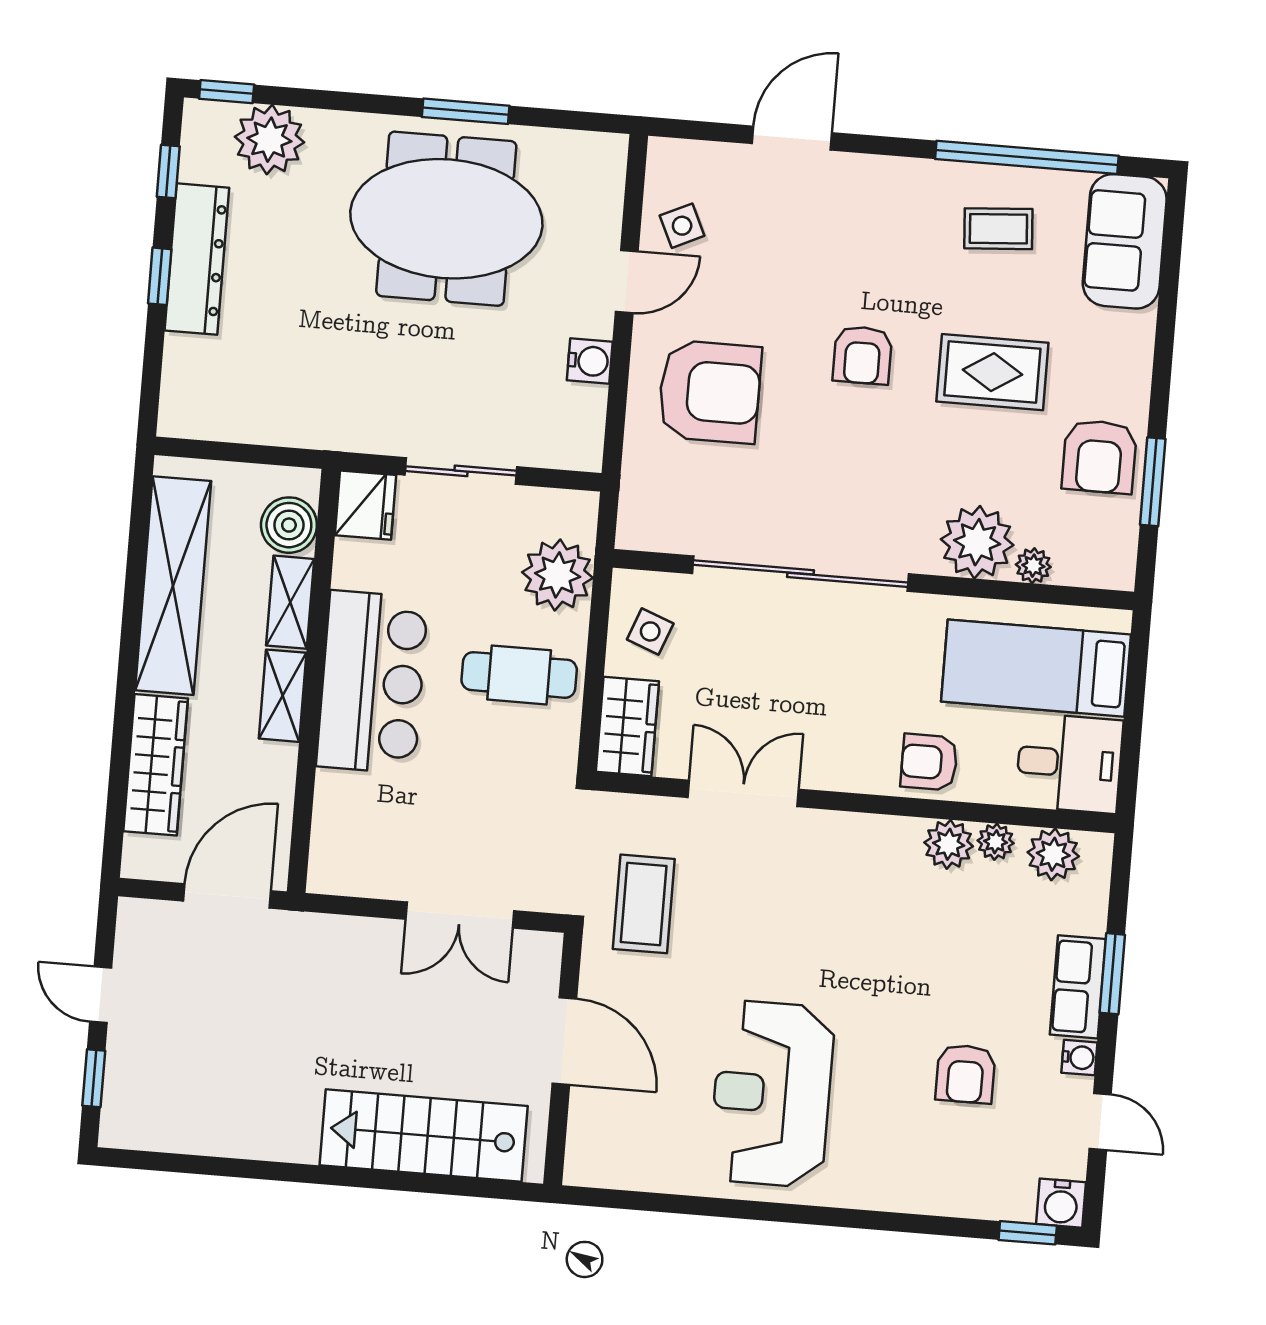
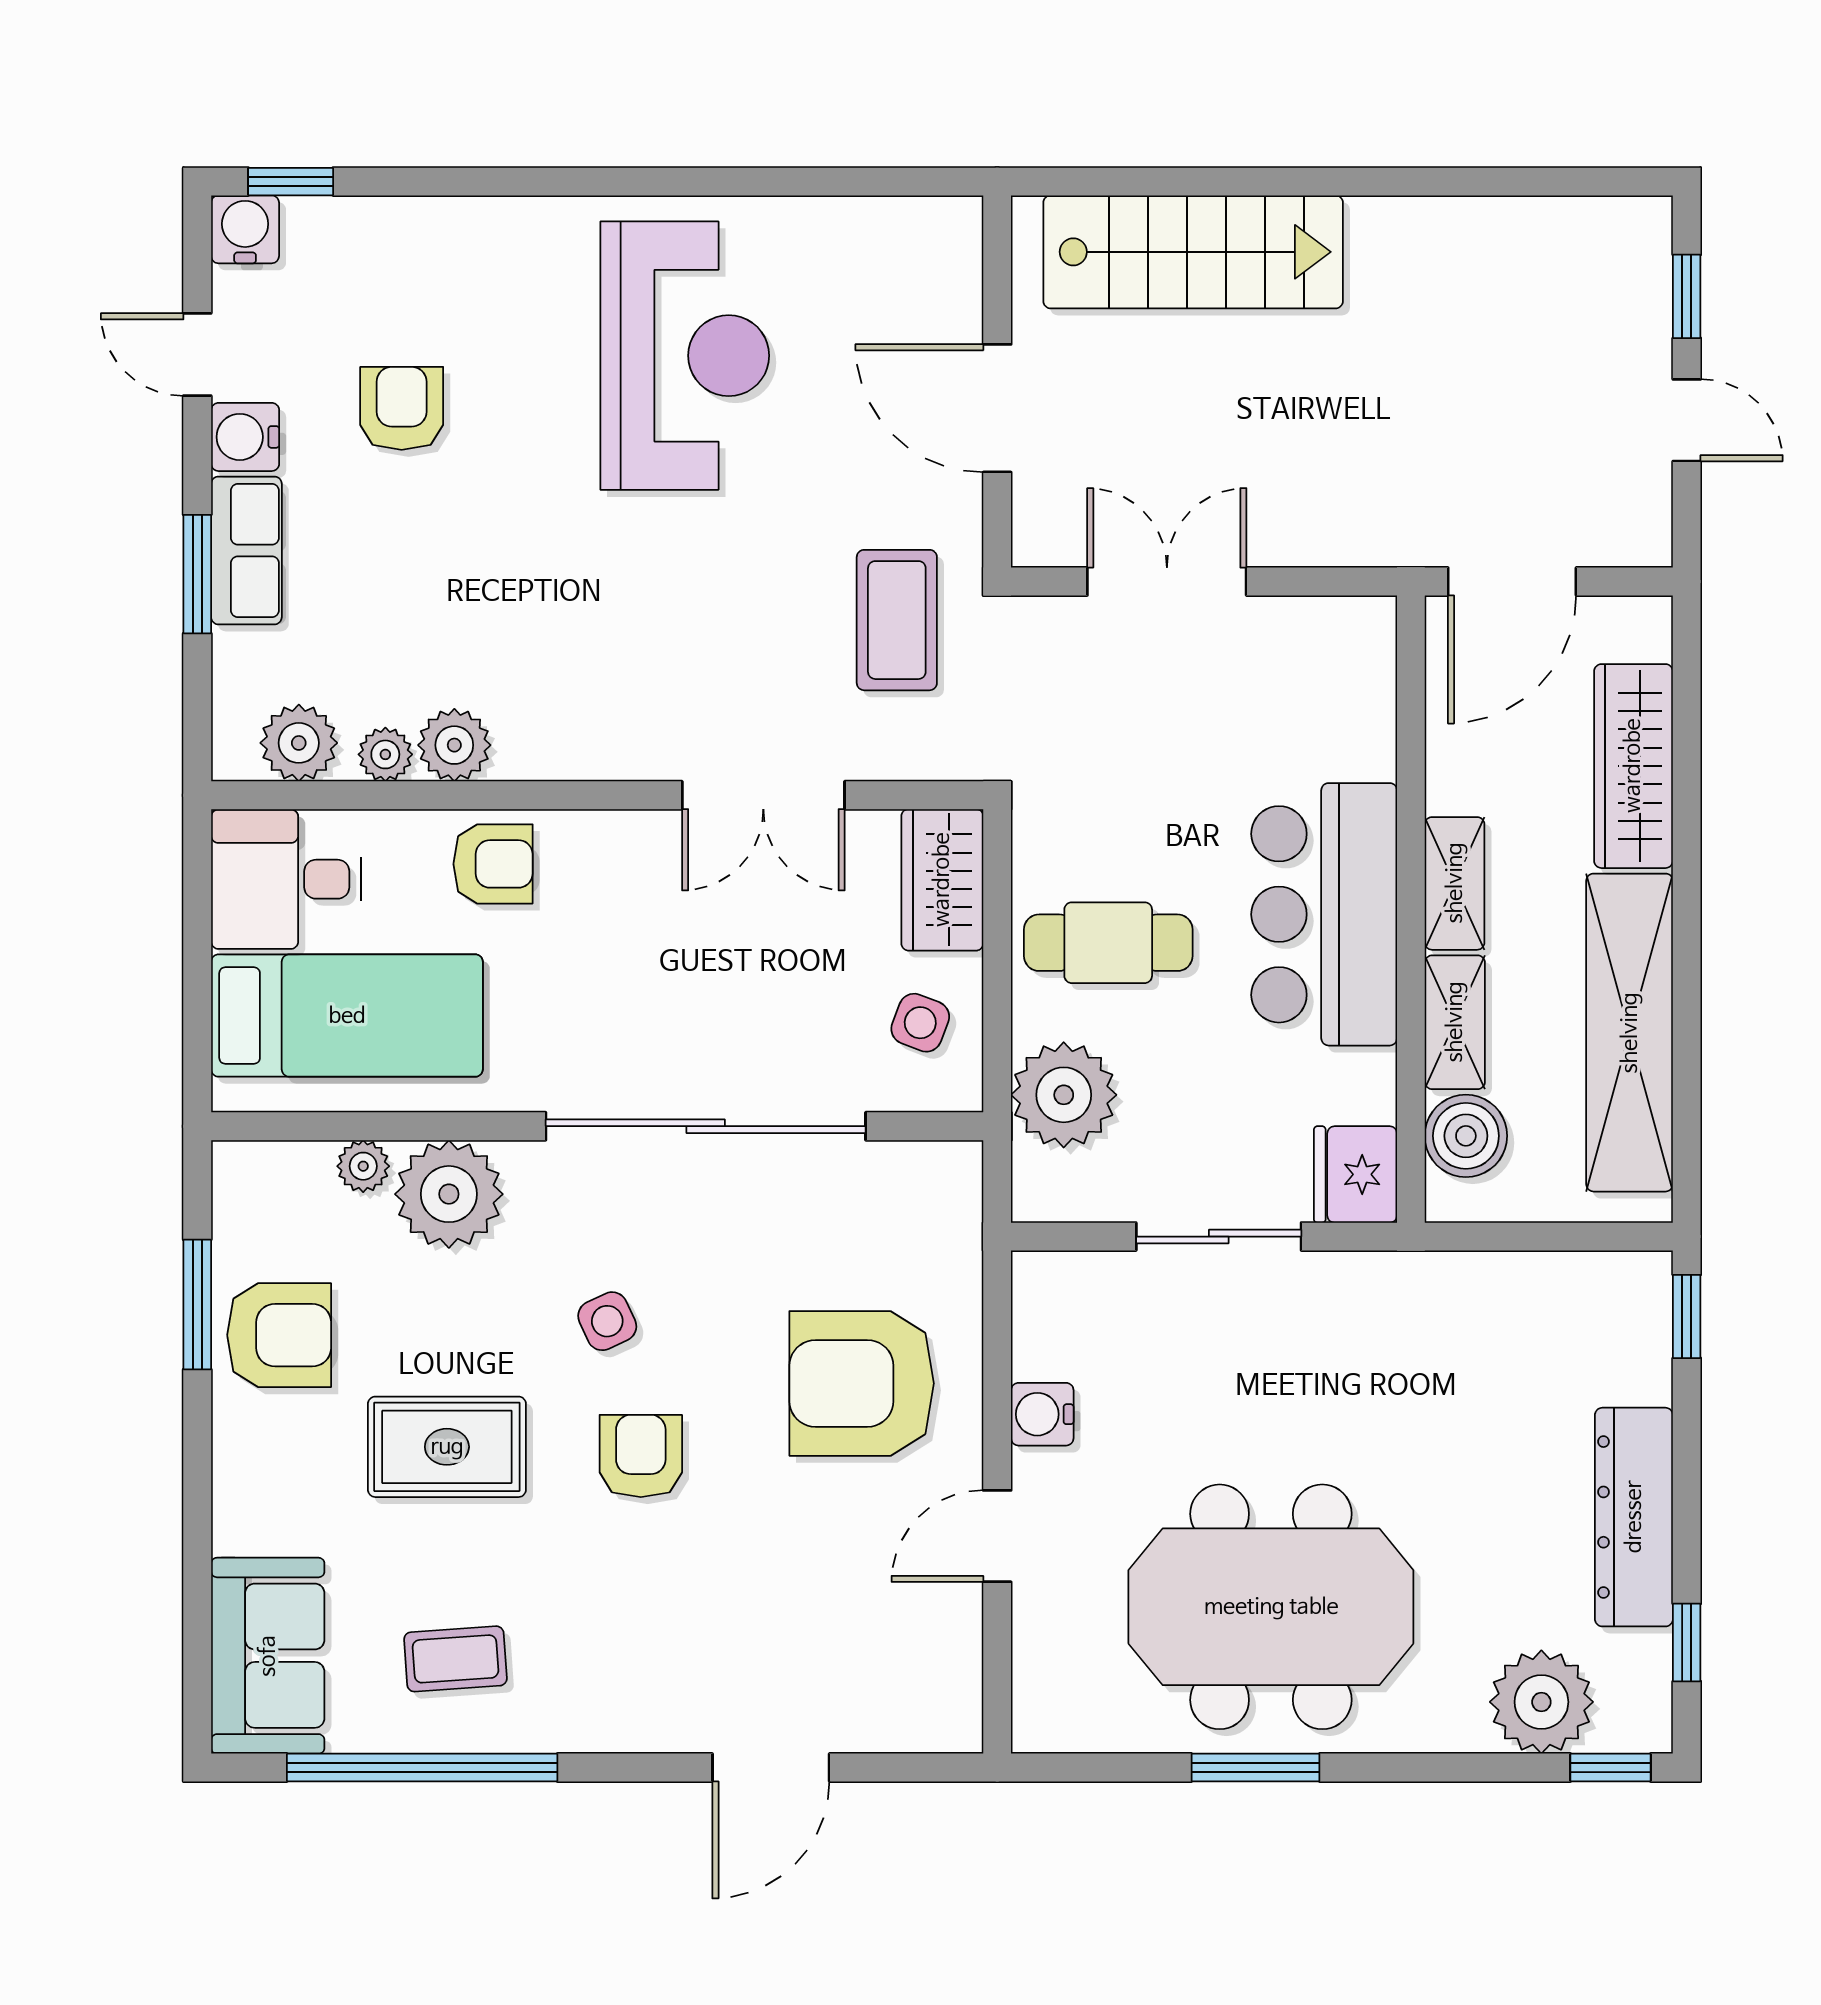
side table: (682, 226) -> (607, 1321), moved
window: (160, 276) -> (1687, 1316), moved
armchair: (1099, 457) -> (279, 1335), turned 90
water cooler: (1079, 1058) -> (245, 437), width x1.38, depth x1.38

